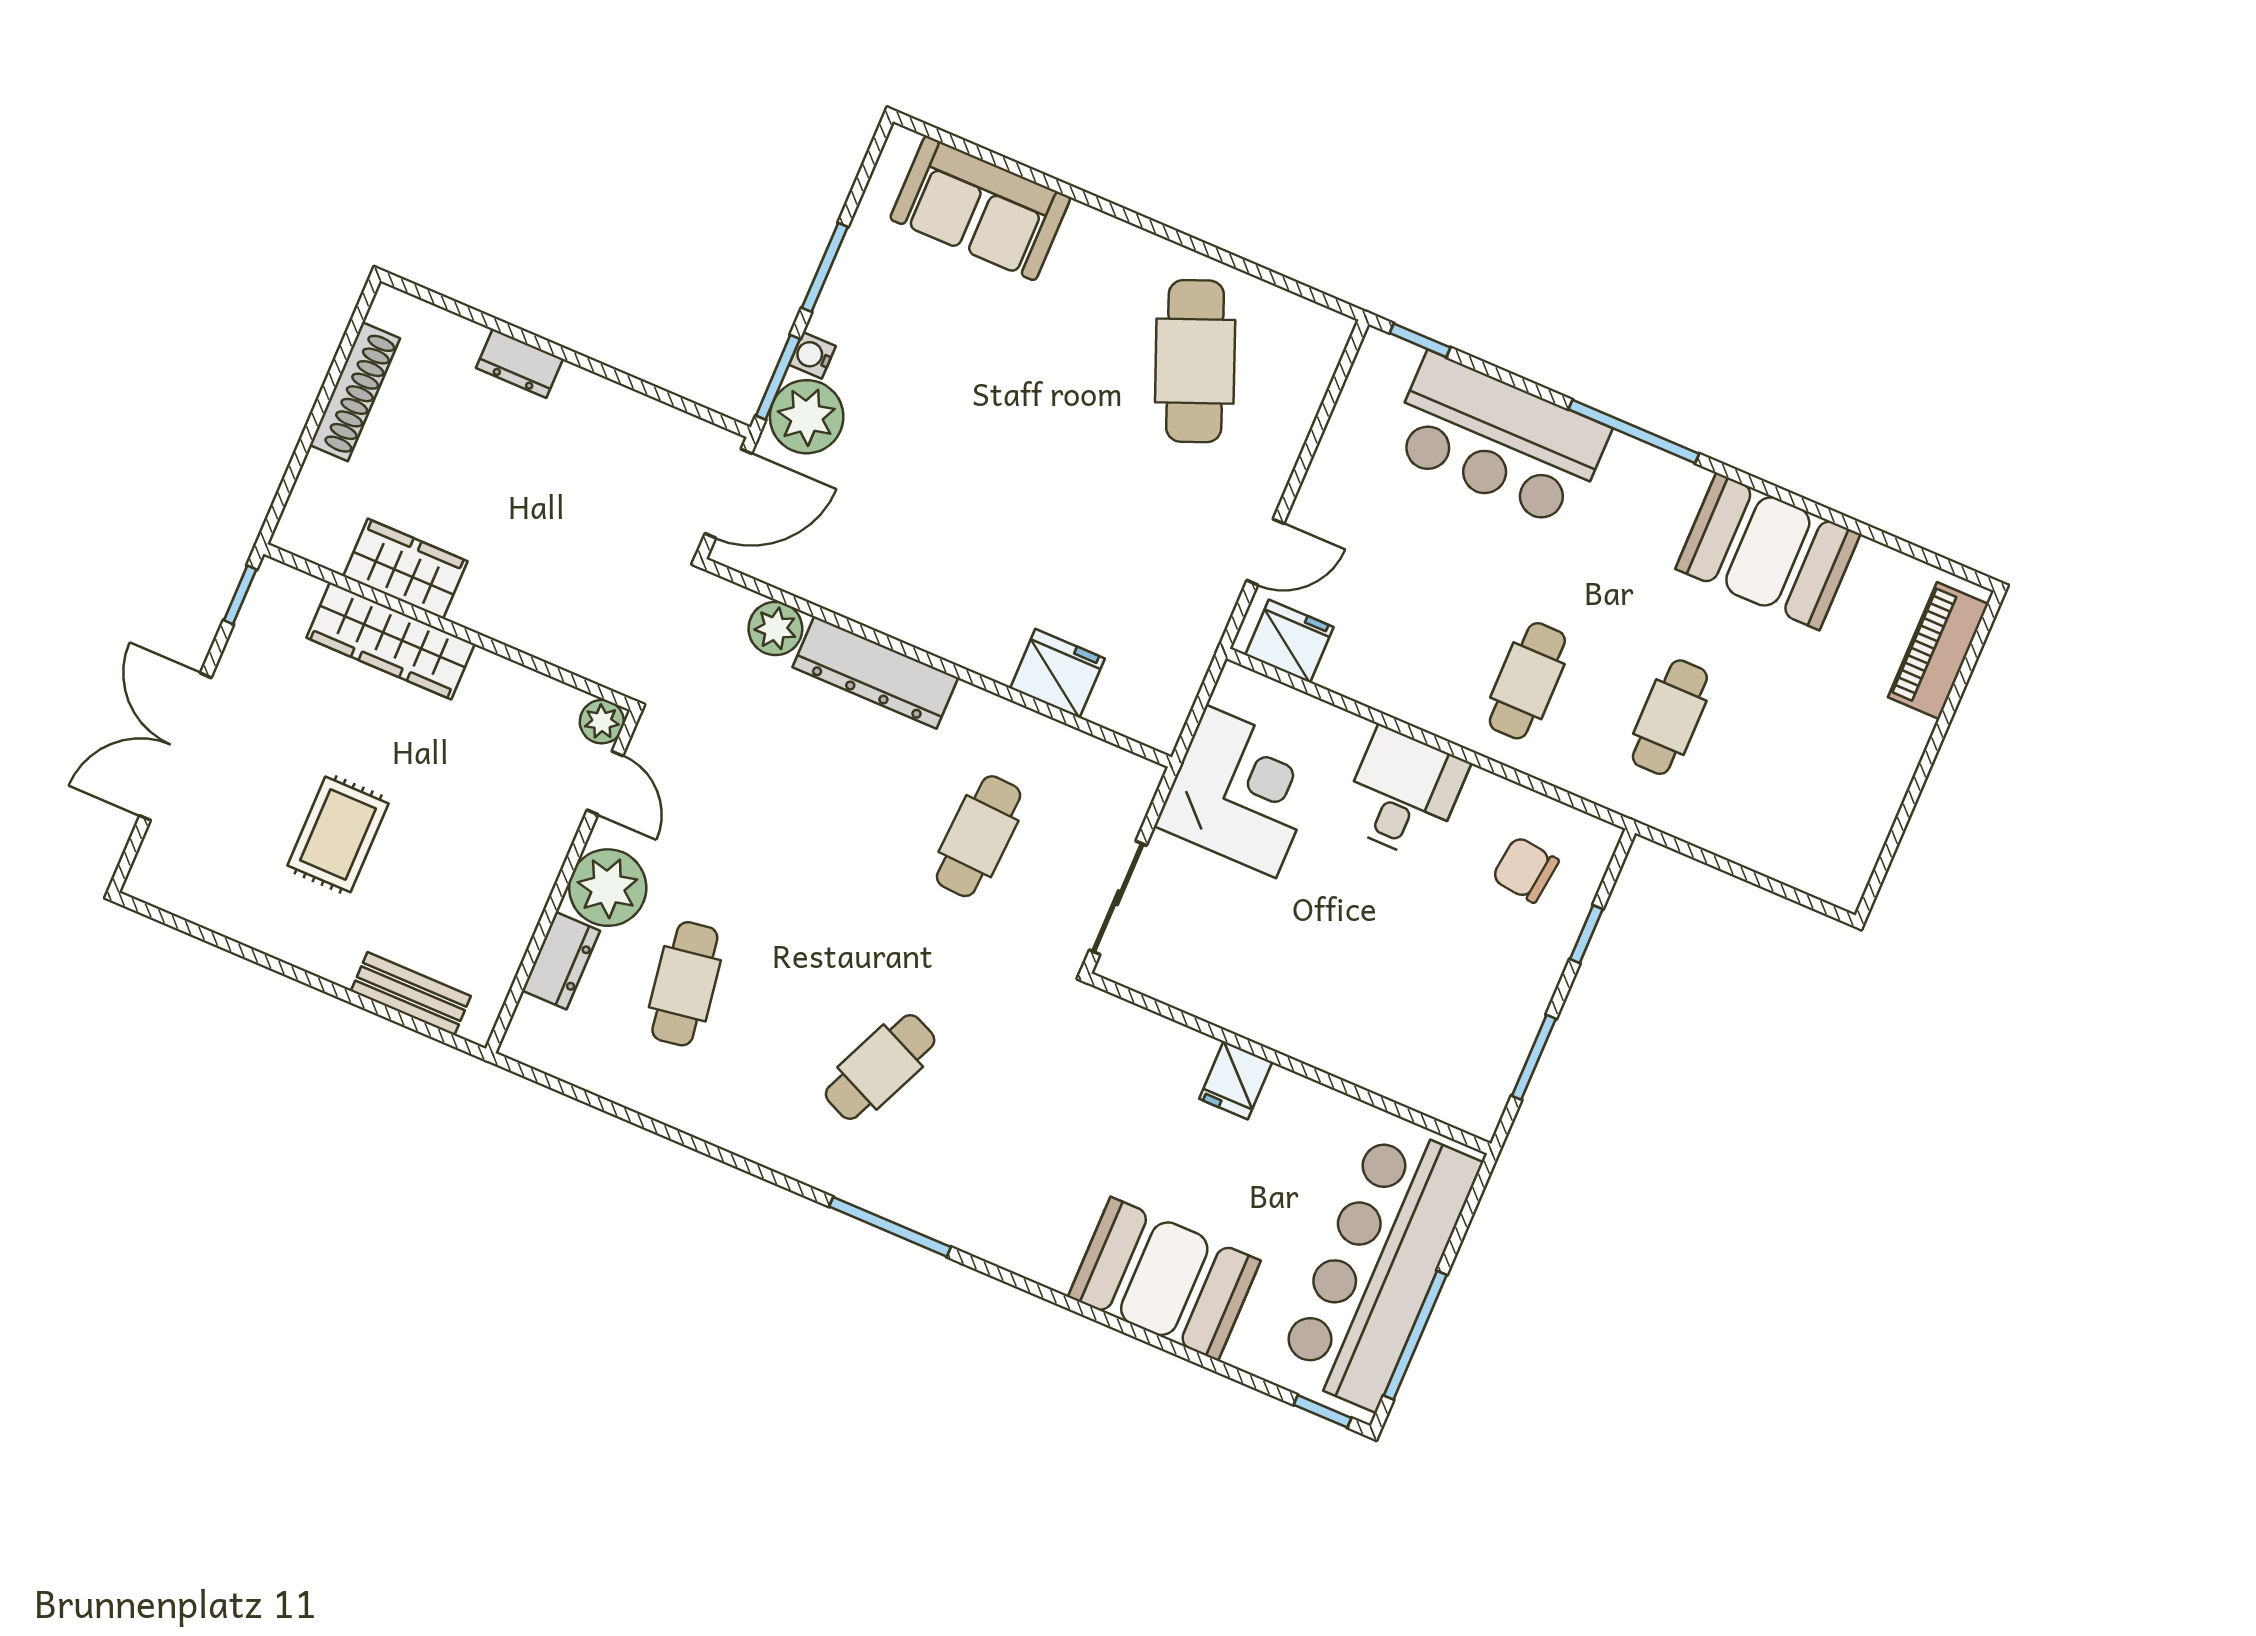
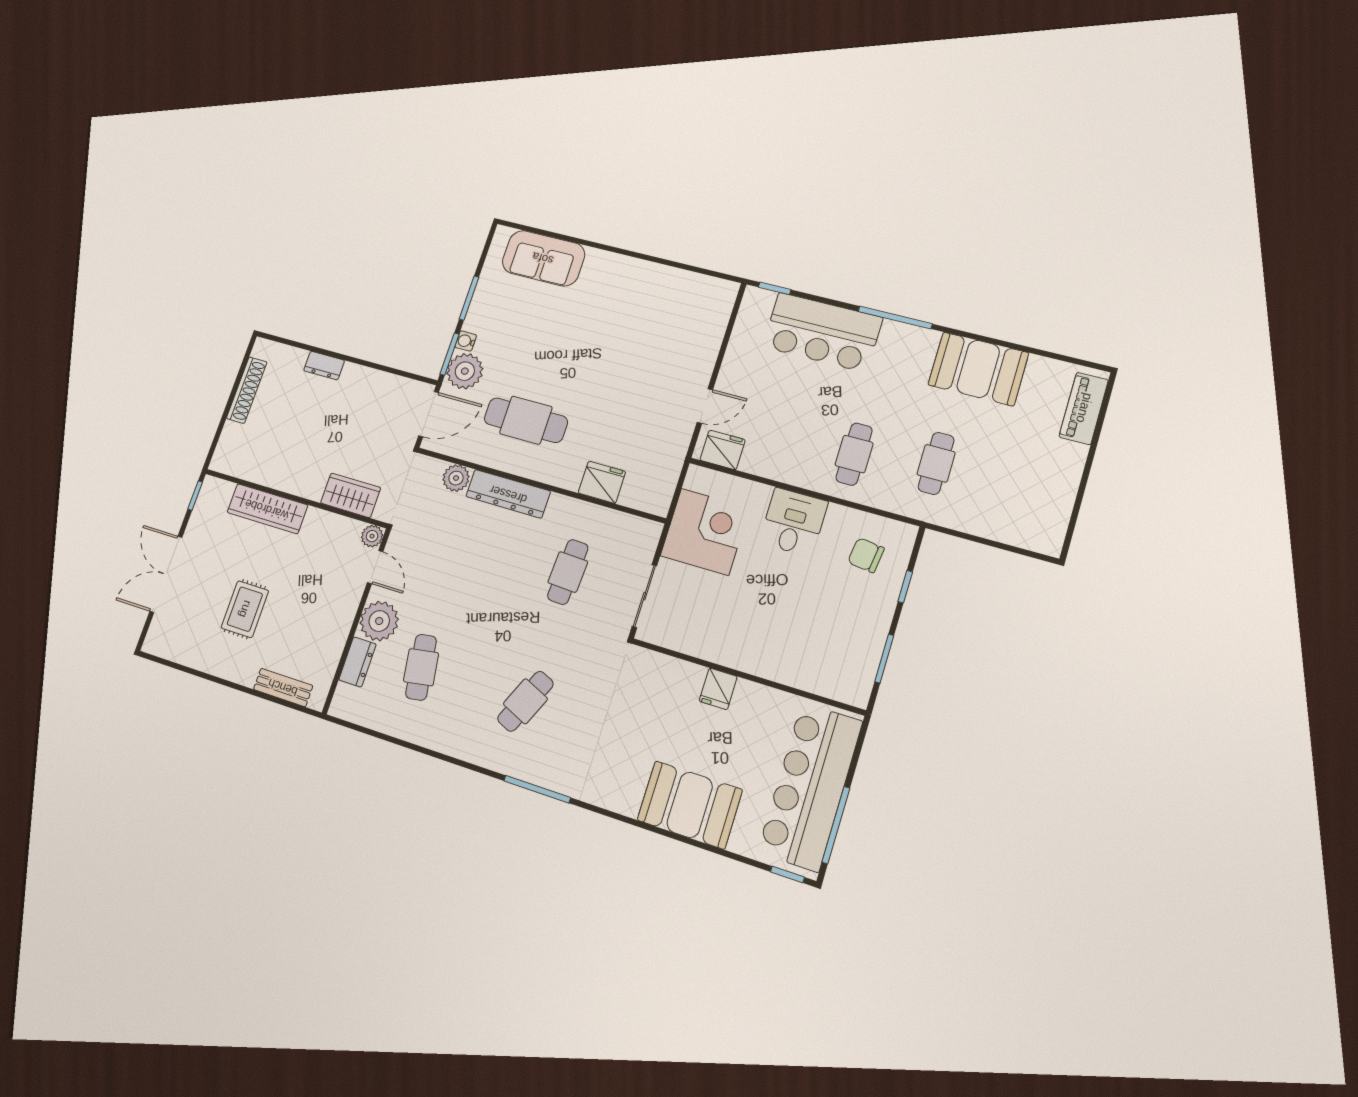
cafe table: (1195, 361) -> (526, 420), moved, turned -68
wardrobe: (405, 569) -> (351, 495), moved

